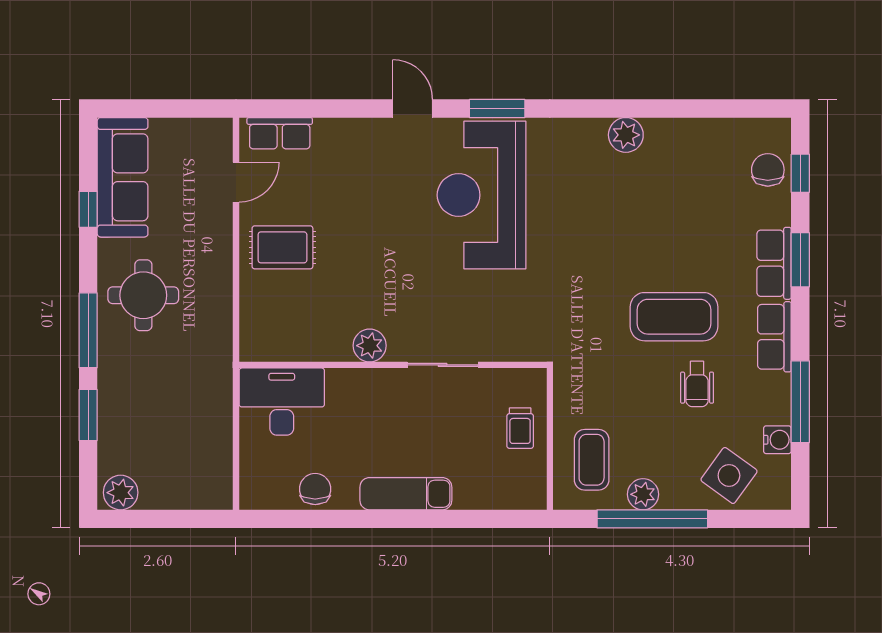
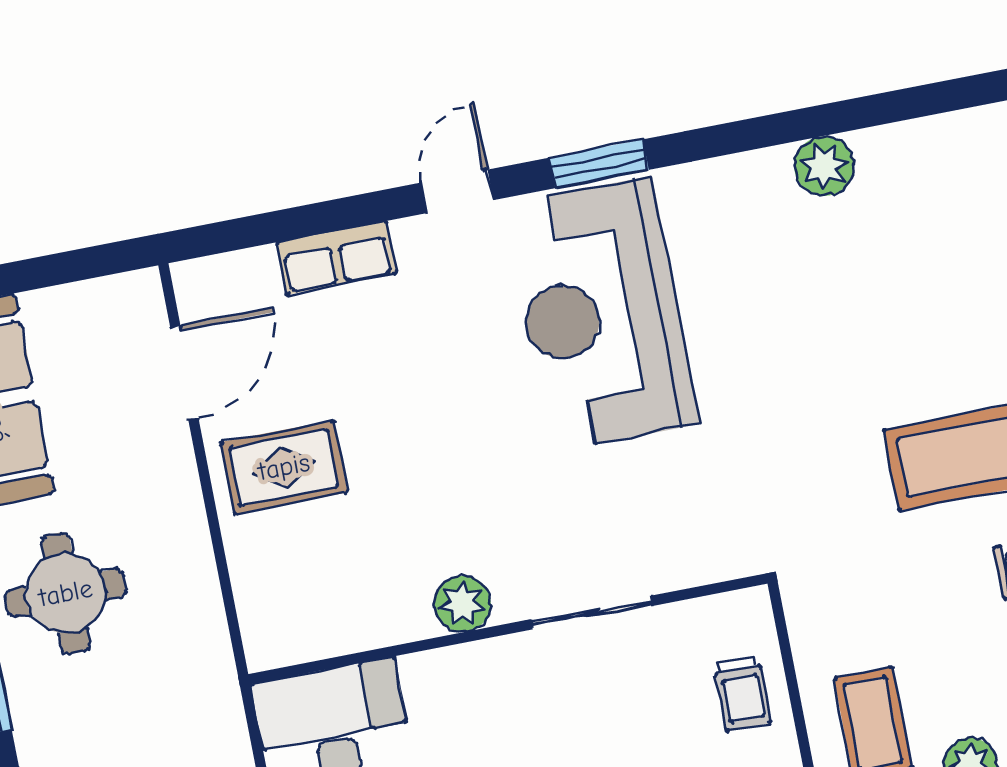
door: (413, 108) -> (457, 191), hinge flipped
row of seats: (280, 133) -> (337, 258), moved
door: (236, 182) -> (184, 373), width x1.38

